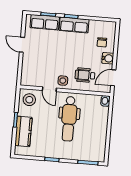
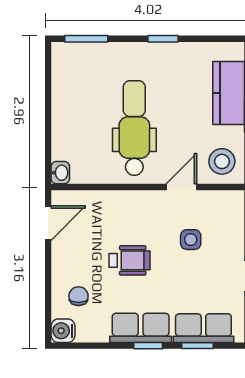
water cooler: (108, 58) -> (63, 331), moved
wheelchair: (85, 75) -> (129, 260), moved
side table: (63, 81) -> (191, 240), moved
door: (49, 89) -> (181, 187), hinge flipped

